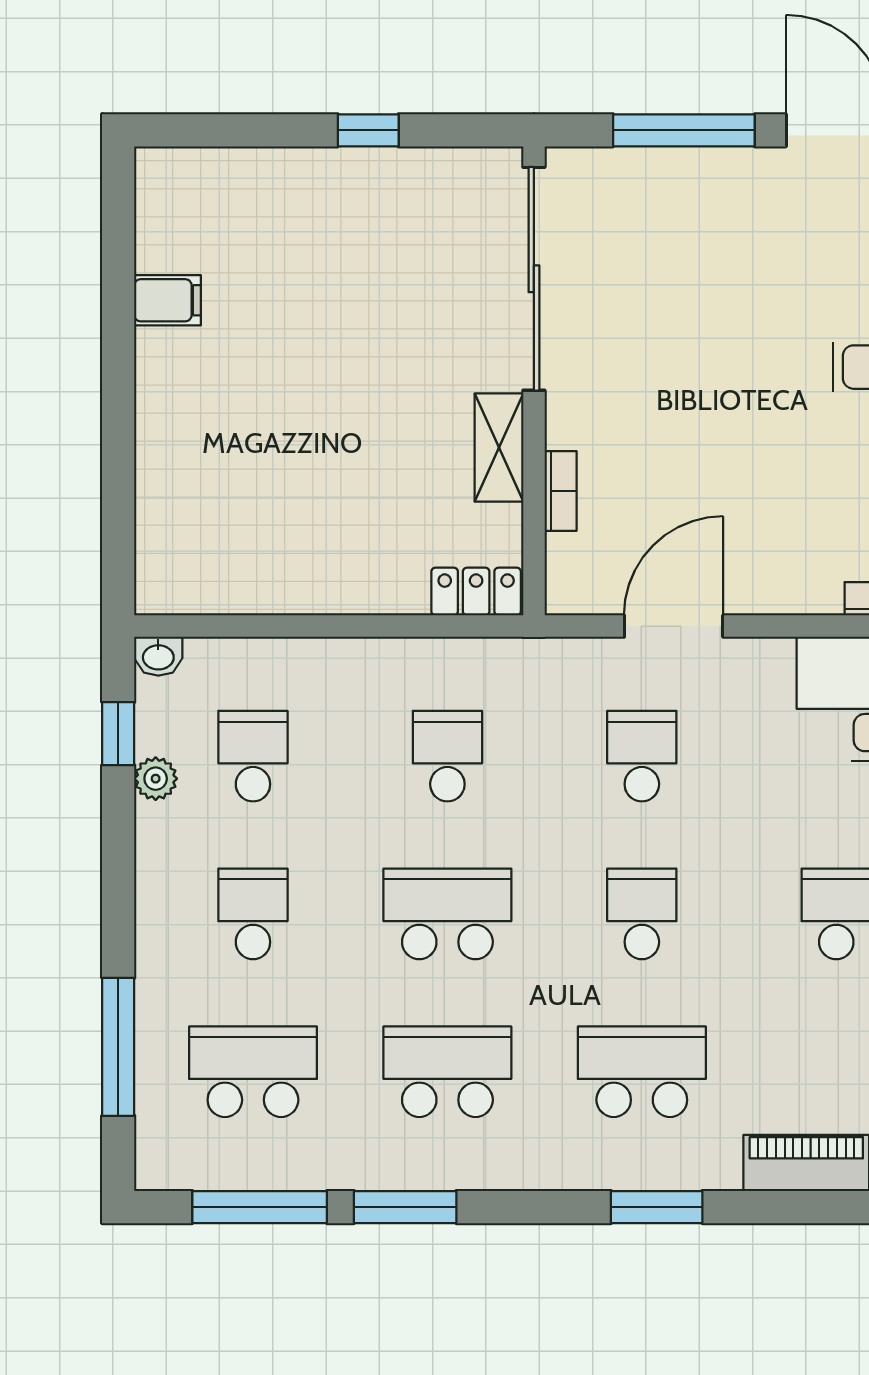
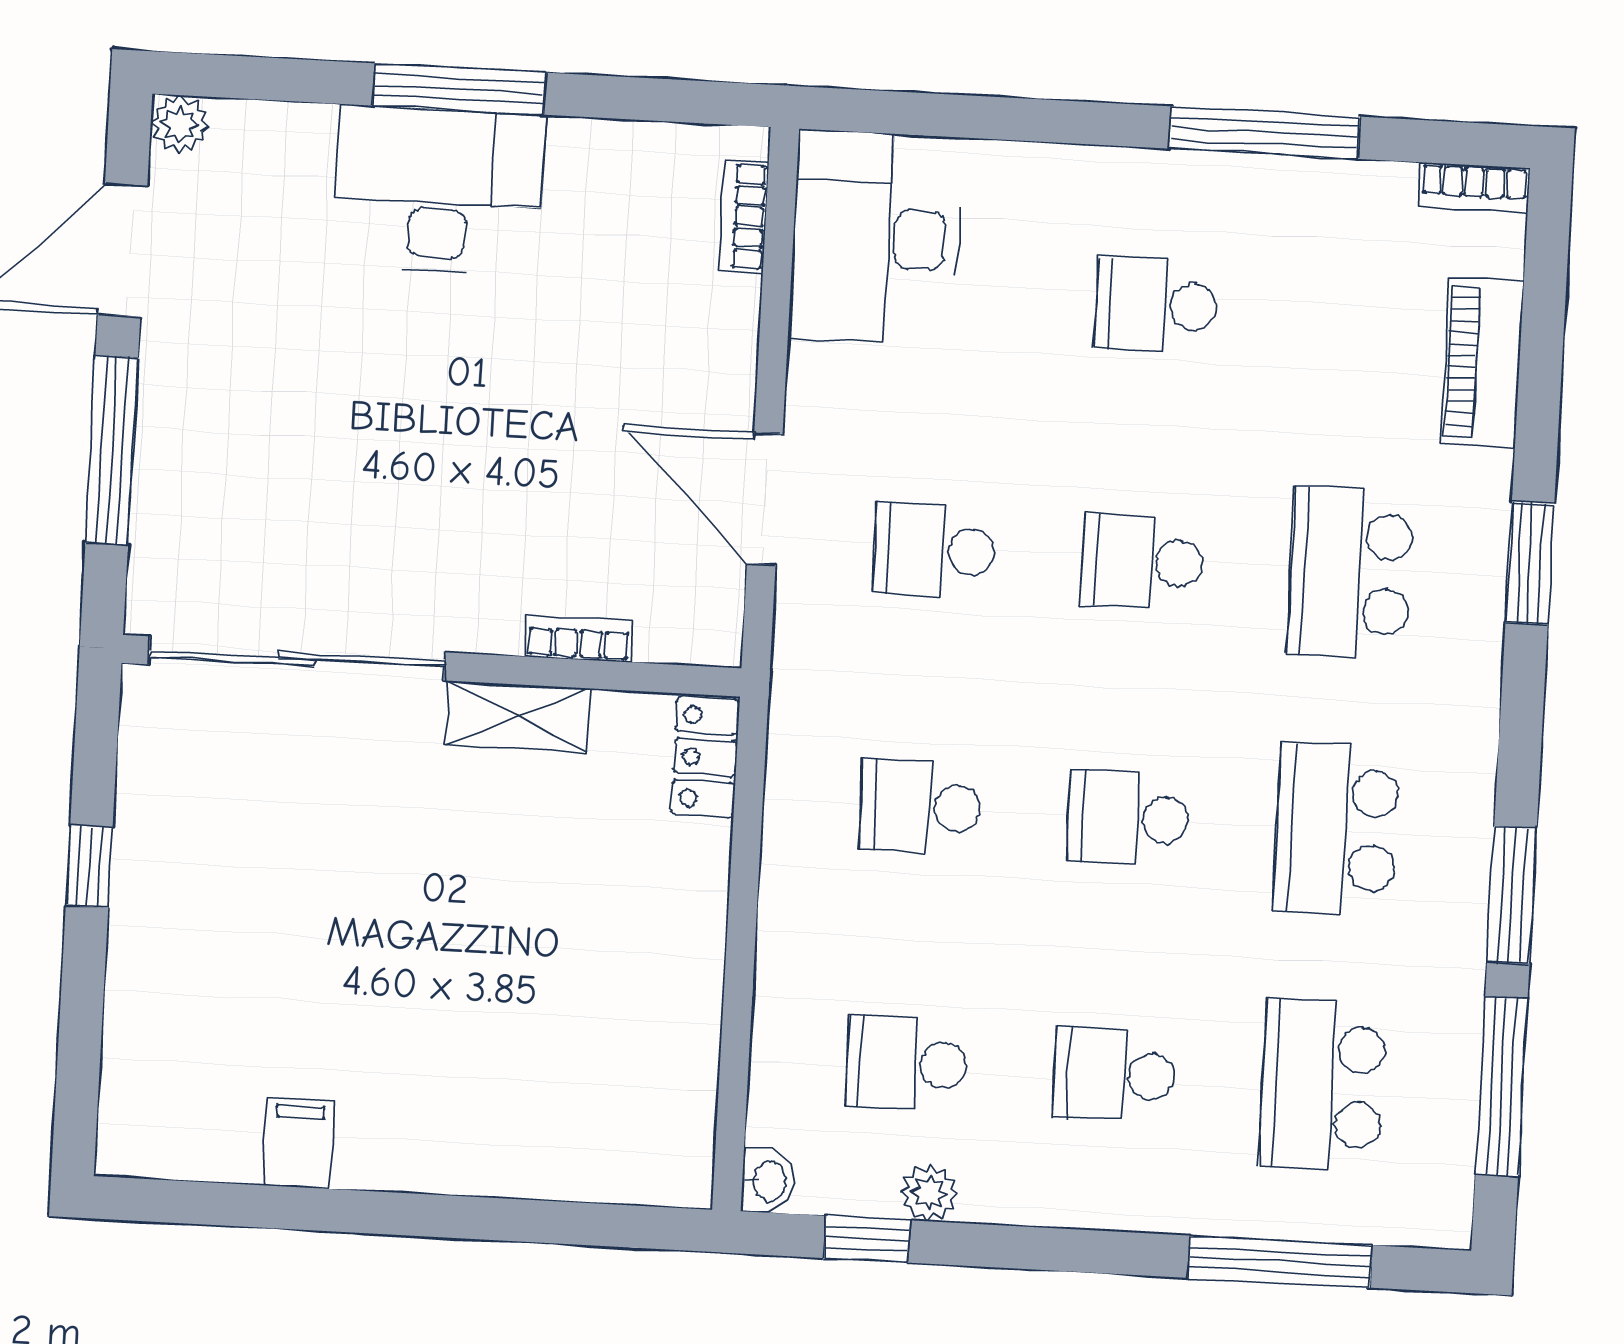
school desk: (447, 914) -> (1128, 818), width x0.54

